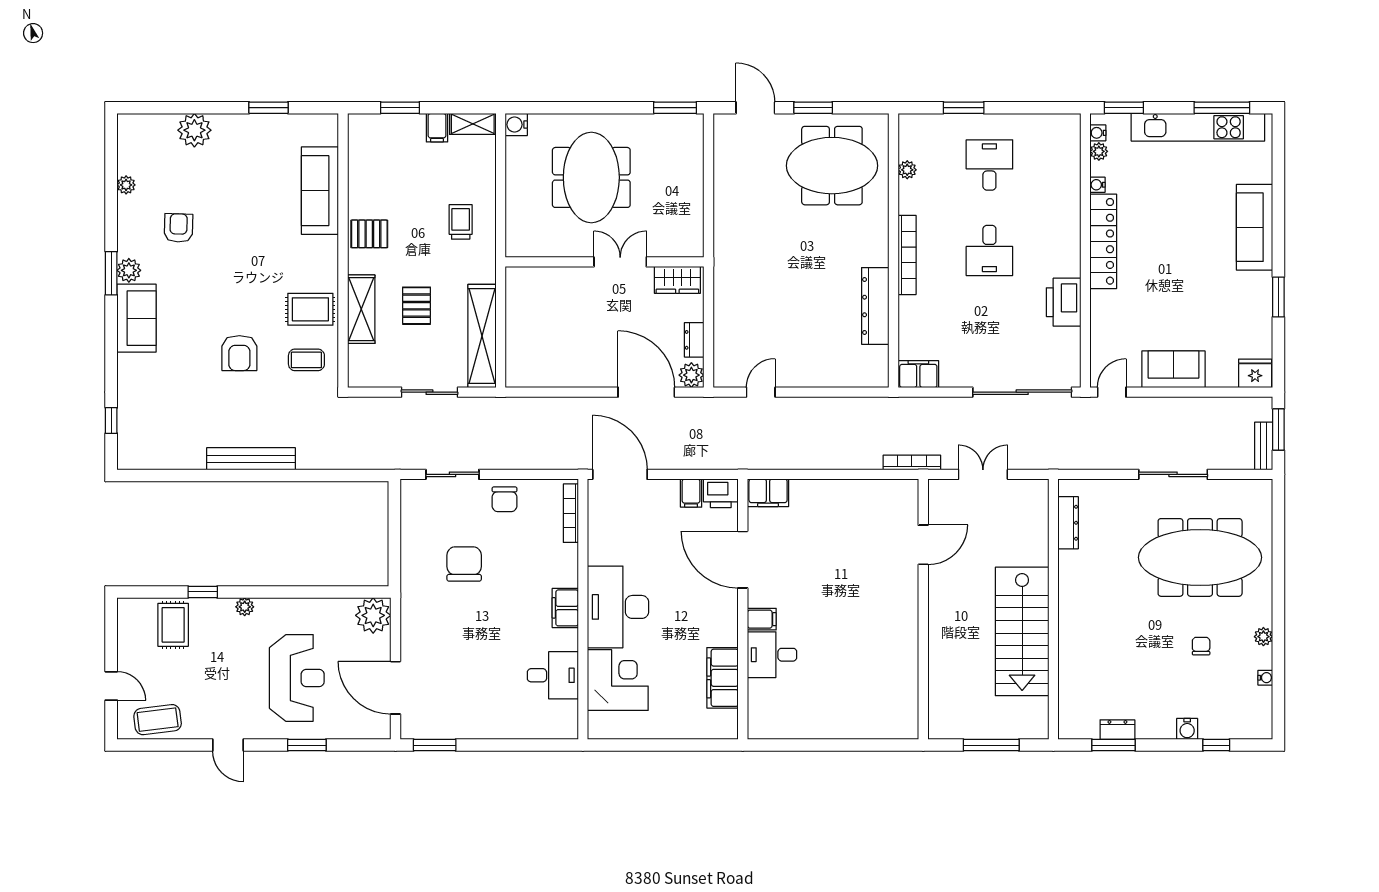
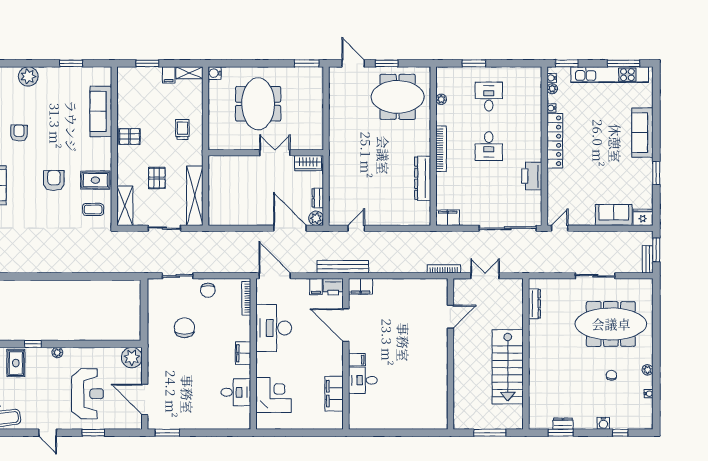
shelving: (361, 309) -> (125, 206), moved
armchair: (239, 353) -> (54, 181), moved, turned 180
sofa: (1173, 369) -> (614, 215), moved
bench: (251, 459) -> (343, 267), moved
desk: (618, 607) -> (274, 328), moved

